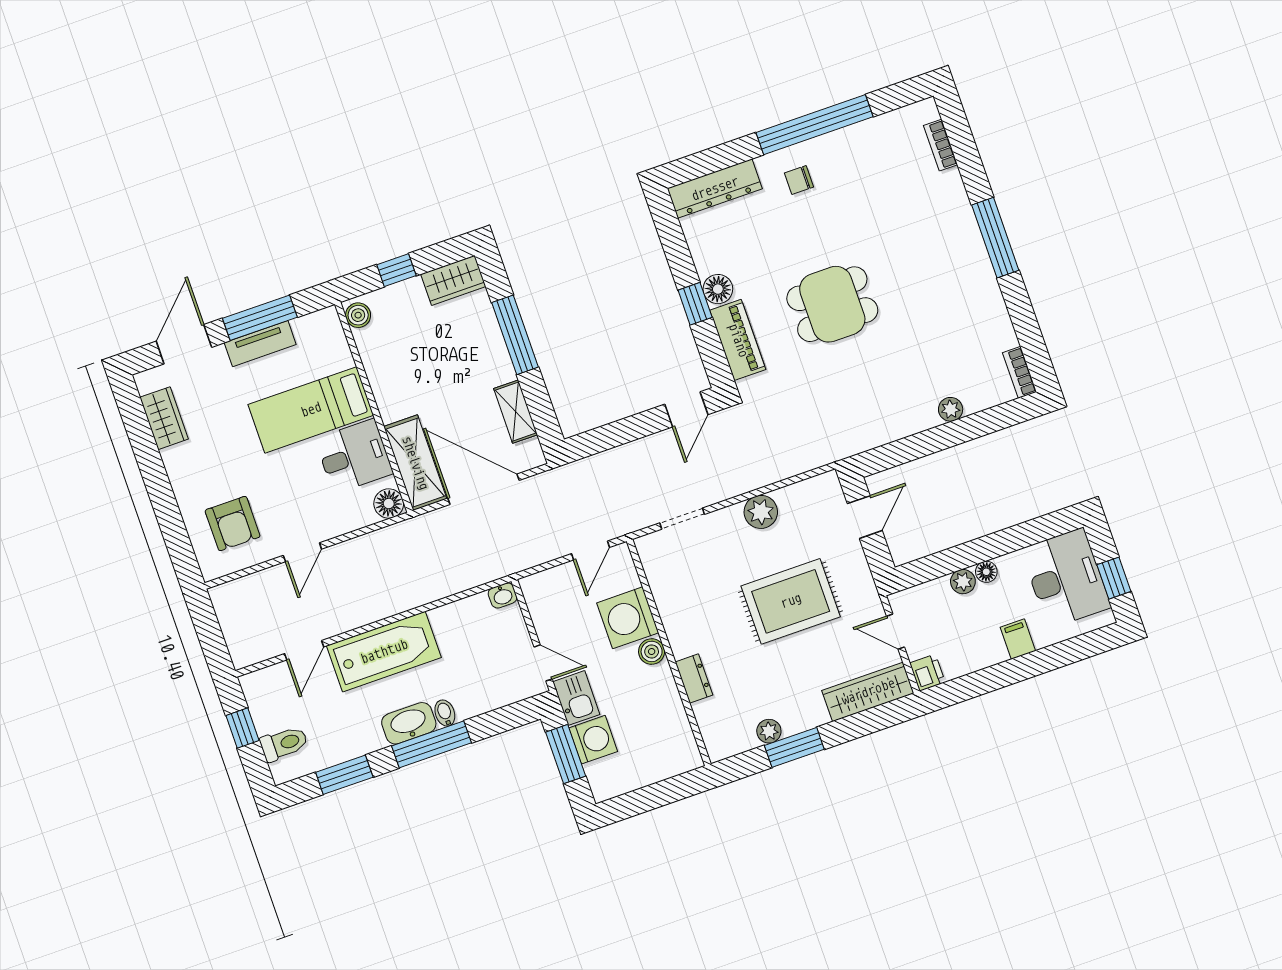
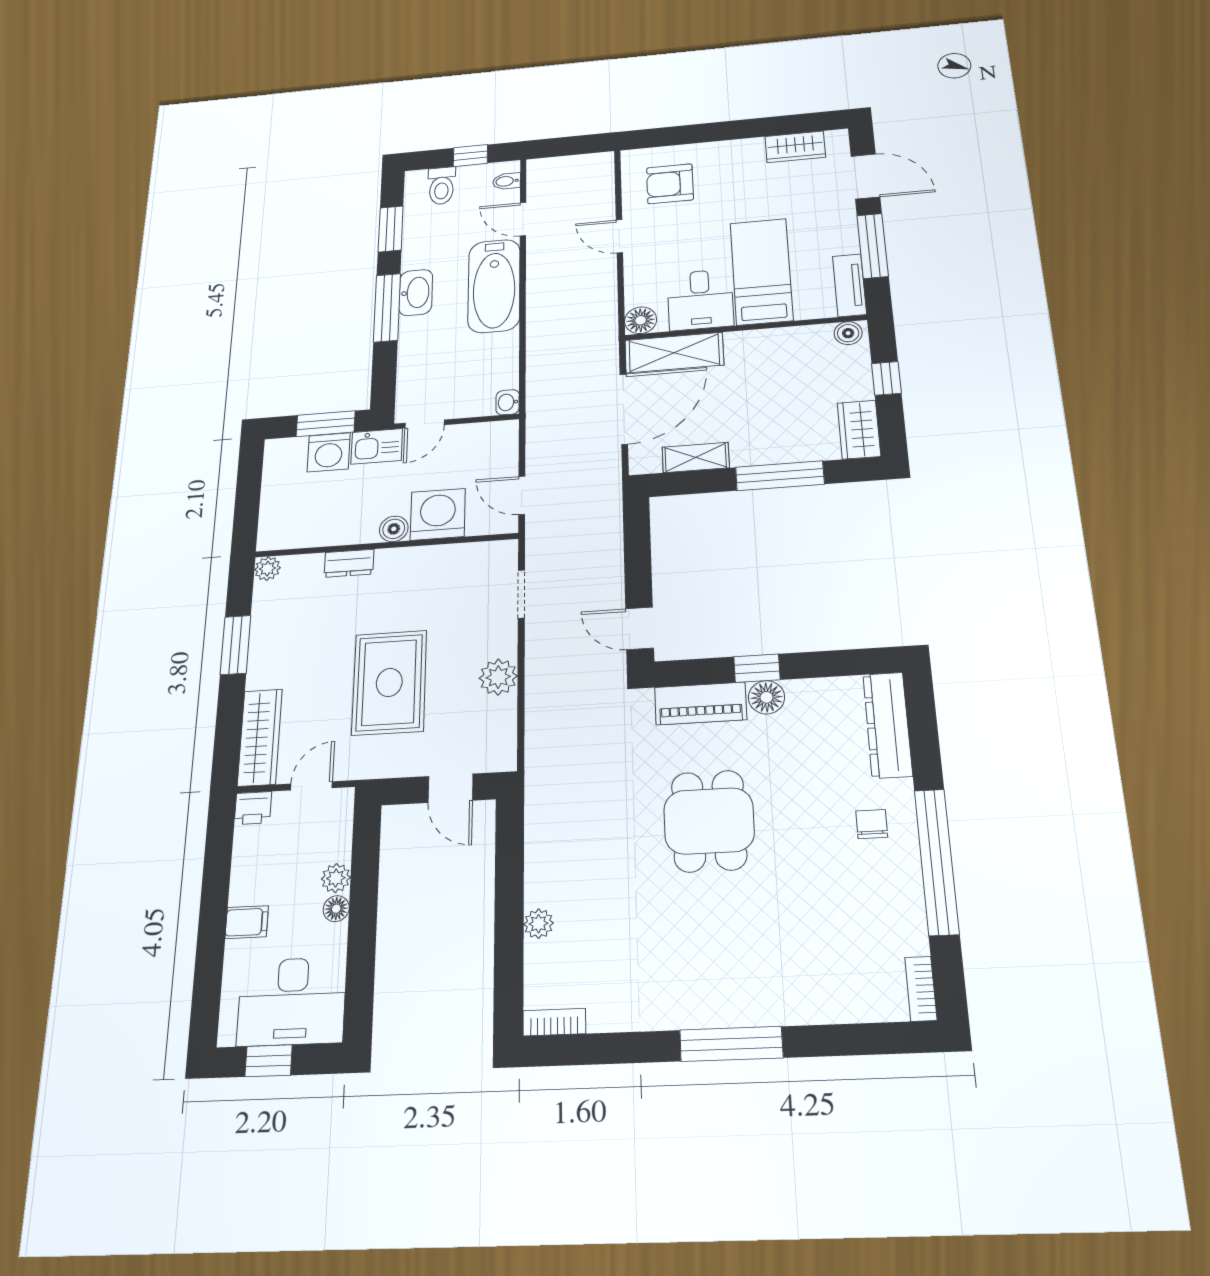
bookcase: (941, 145) -> (921, 989), moved, turned -90
tv unit: (260, 344) -> (850, 285), moved
bidet: (445, 713) -> (507, 181), moved, turned 180
plant: (769, 731) -> (267, 569), moved

